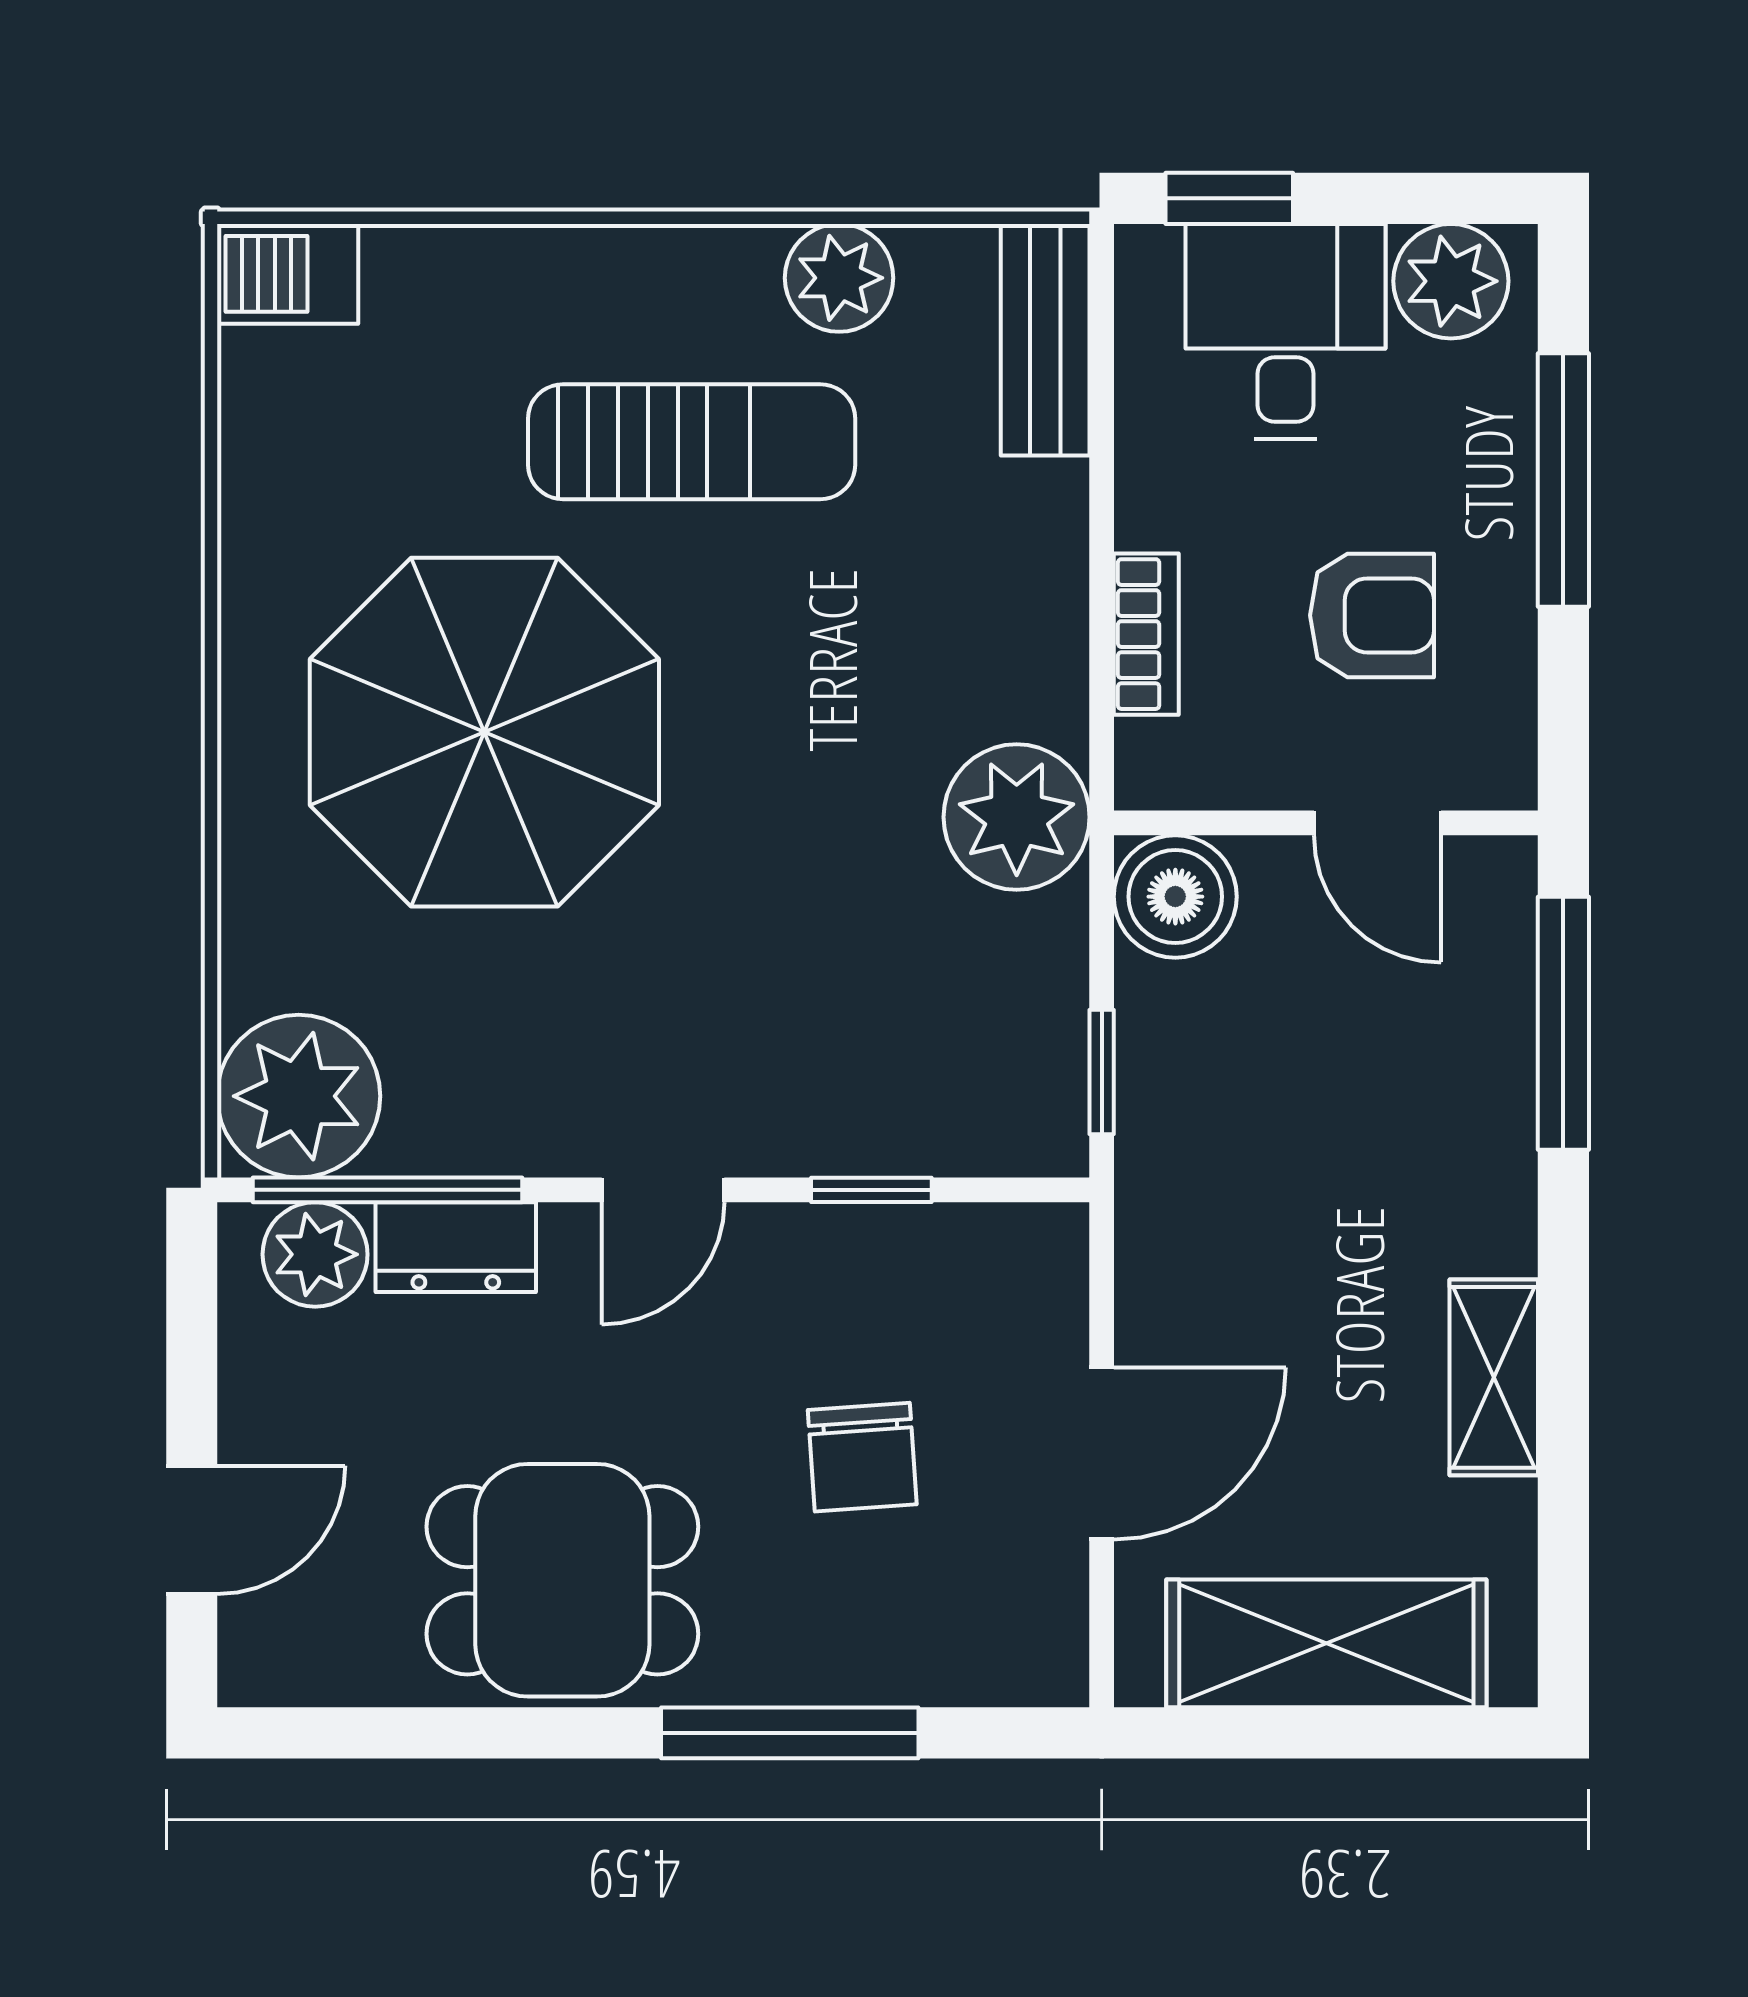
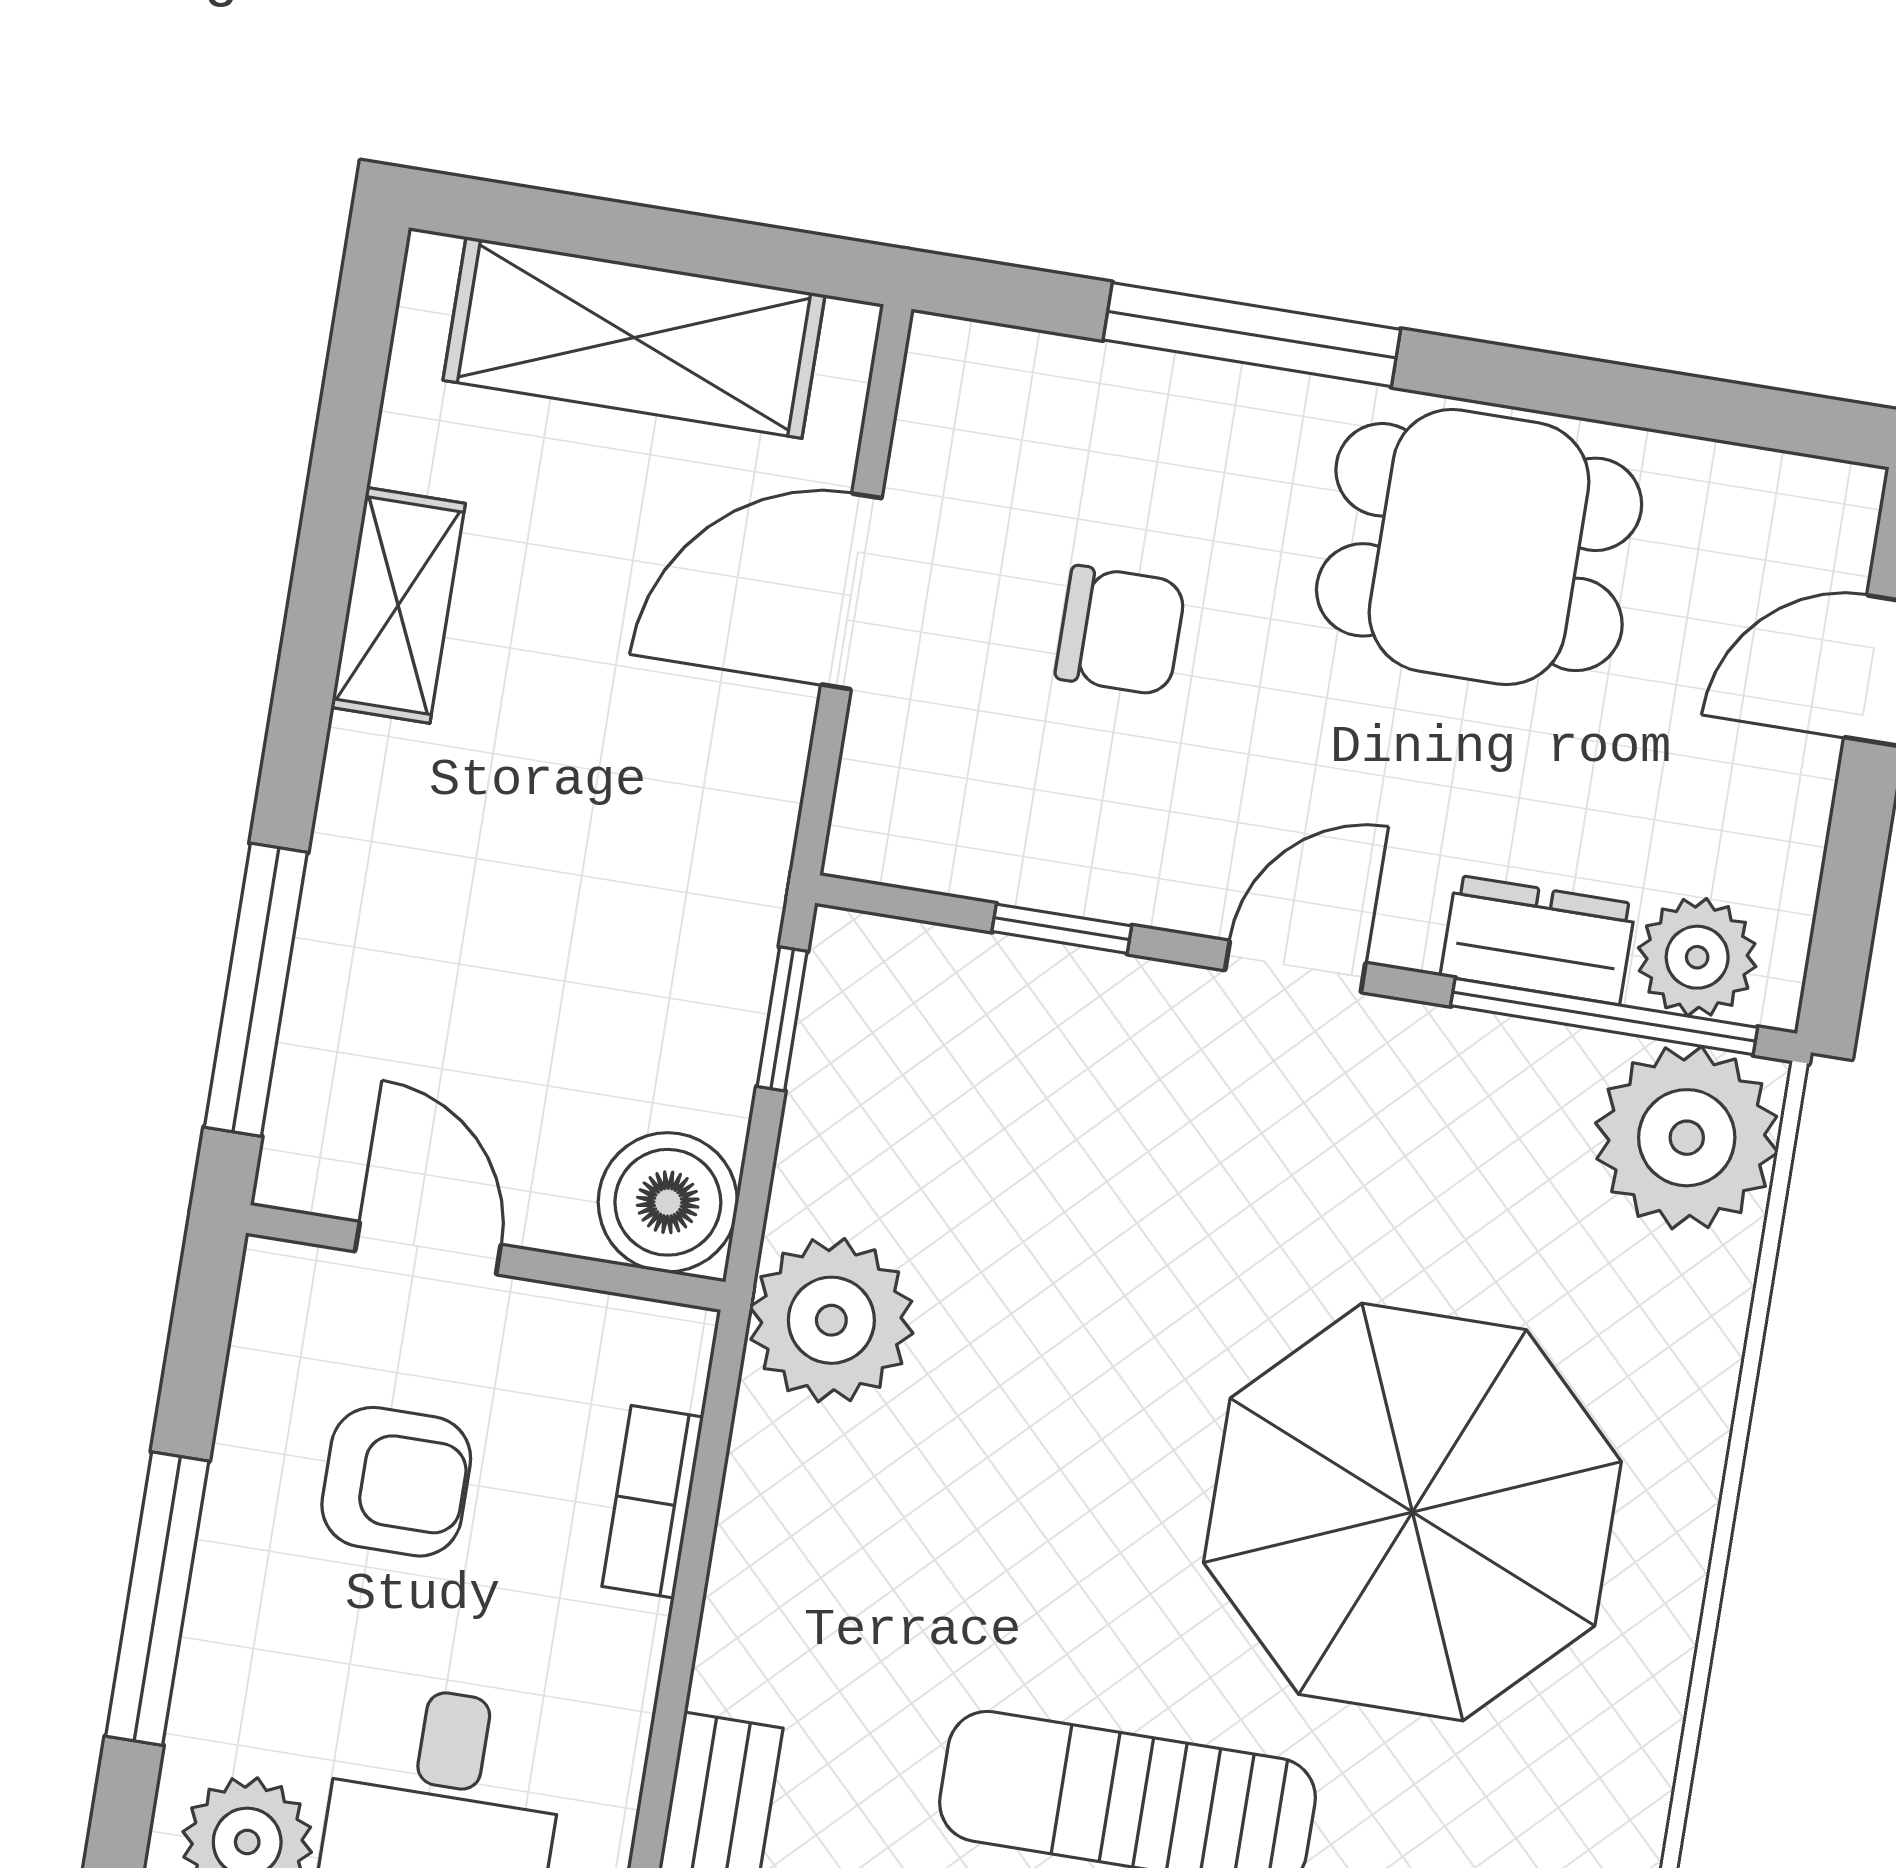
armchair: (1372, 615) -> (396, 1482), turned 180
chair: (862, 1457) -> (1120, 631), turned 94

